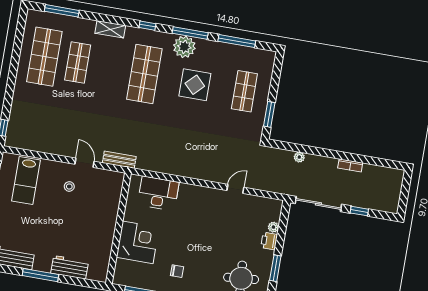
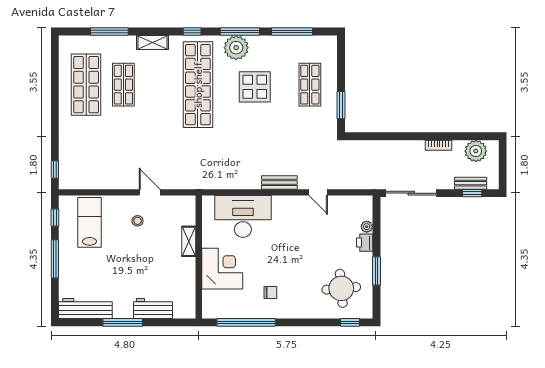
window: (62, 11) -> (109, 32), moved
shop shelf: (144, 74) -> (198, 85), width x1.40
plant: (299, 157) -> (476, 151), moved, width x1.88, depth x1.88
bench: (119, 160) -> (279, 182), moved
lab bench: (26, 180) -> (89, 222), turned 180
door: (235, 189) -> (318, 192), swing flipped
desk: (158, 193) -> (243, 216), width x1.36, depth x1.30
bench: (373, 204) -> (471, 183), added
window: (359, 211) -> (472, 193), moved
shelving: (112, 213) -> (189, 241), added

